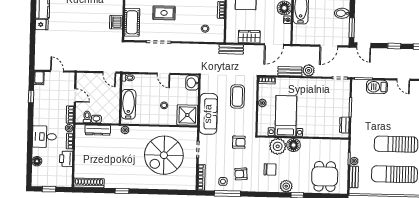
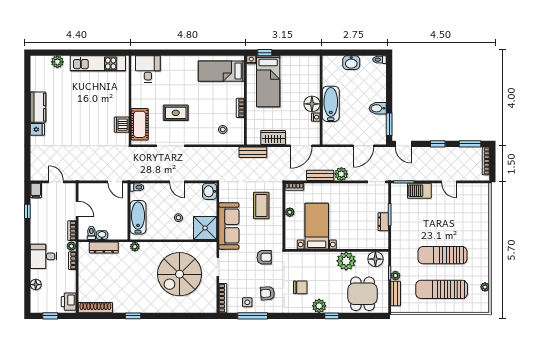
dresser: (344, 125) -> (383, 222), moved
floor lamp: (294, 145) -> (375, 259), moved
plant: (278, 146) -> (346, 261), moved
printer: (66, 159) -> (69, 302), moved

